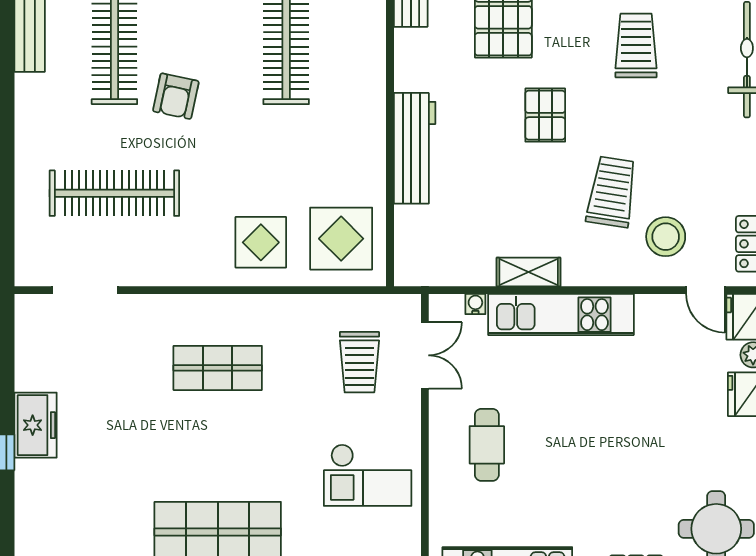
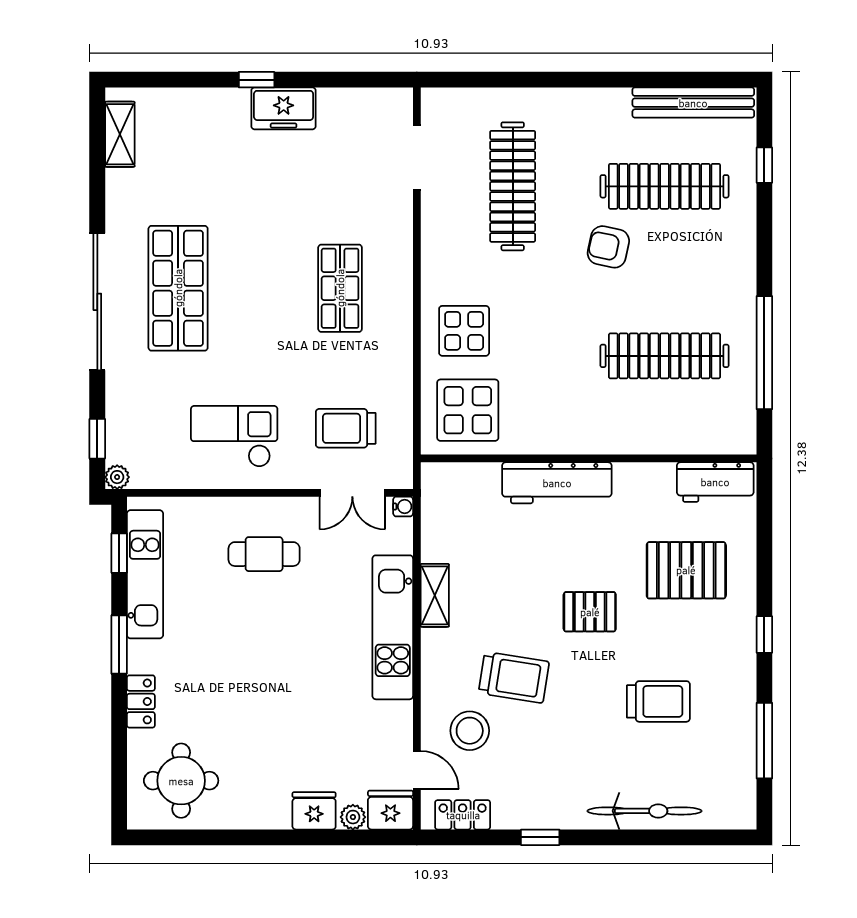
door: (706, 290) -> (417, 770), swing flipped
water cooler: (475, 304) -> (403, 507), moved
checkout: (368, 475) -> (234, 436), turned 90

